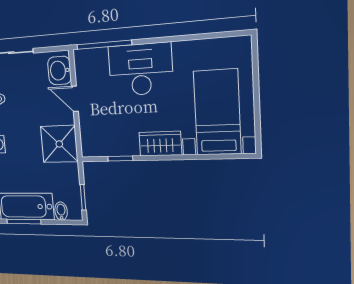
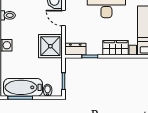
dresser: (97, 148) -> (75, 49), added

